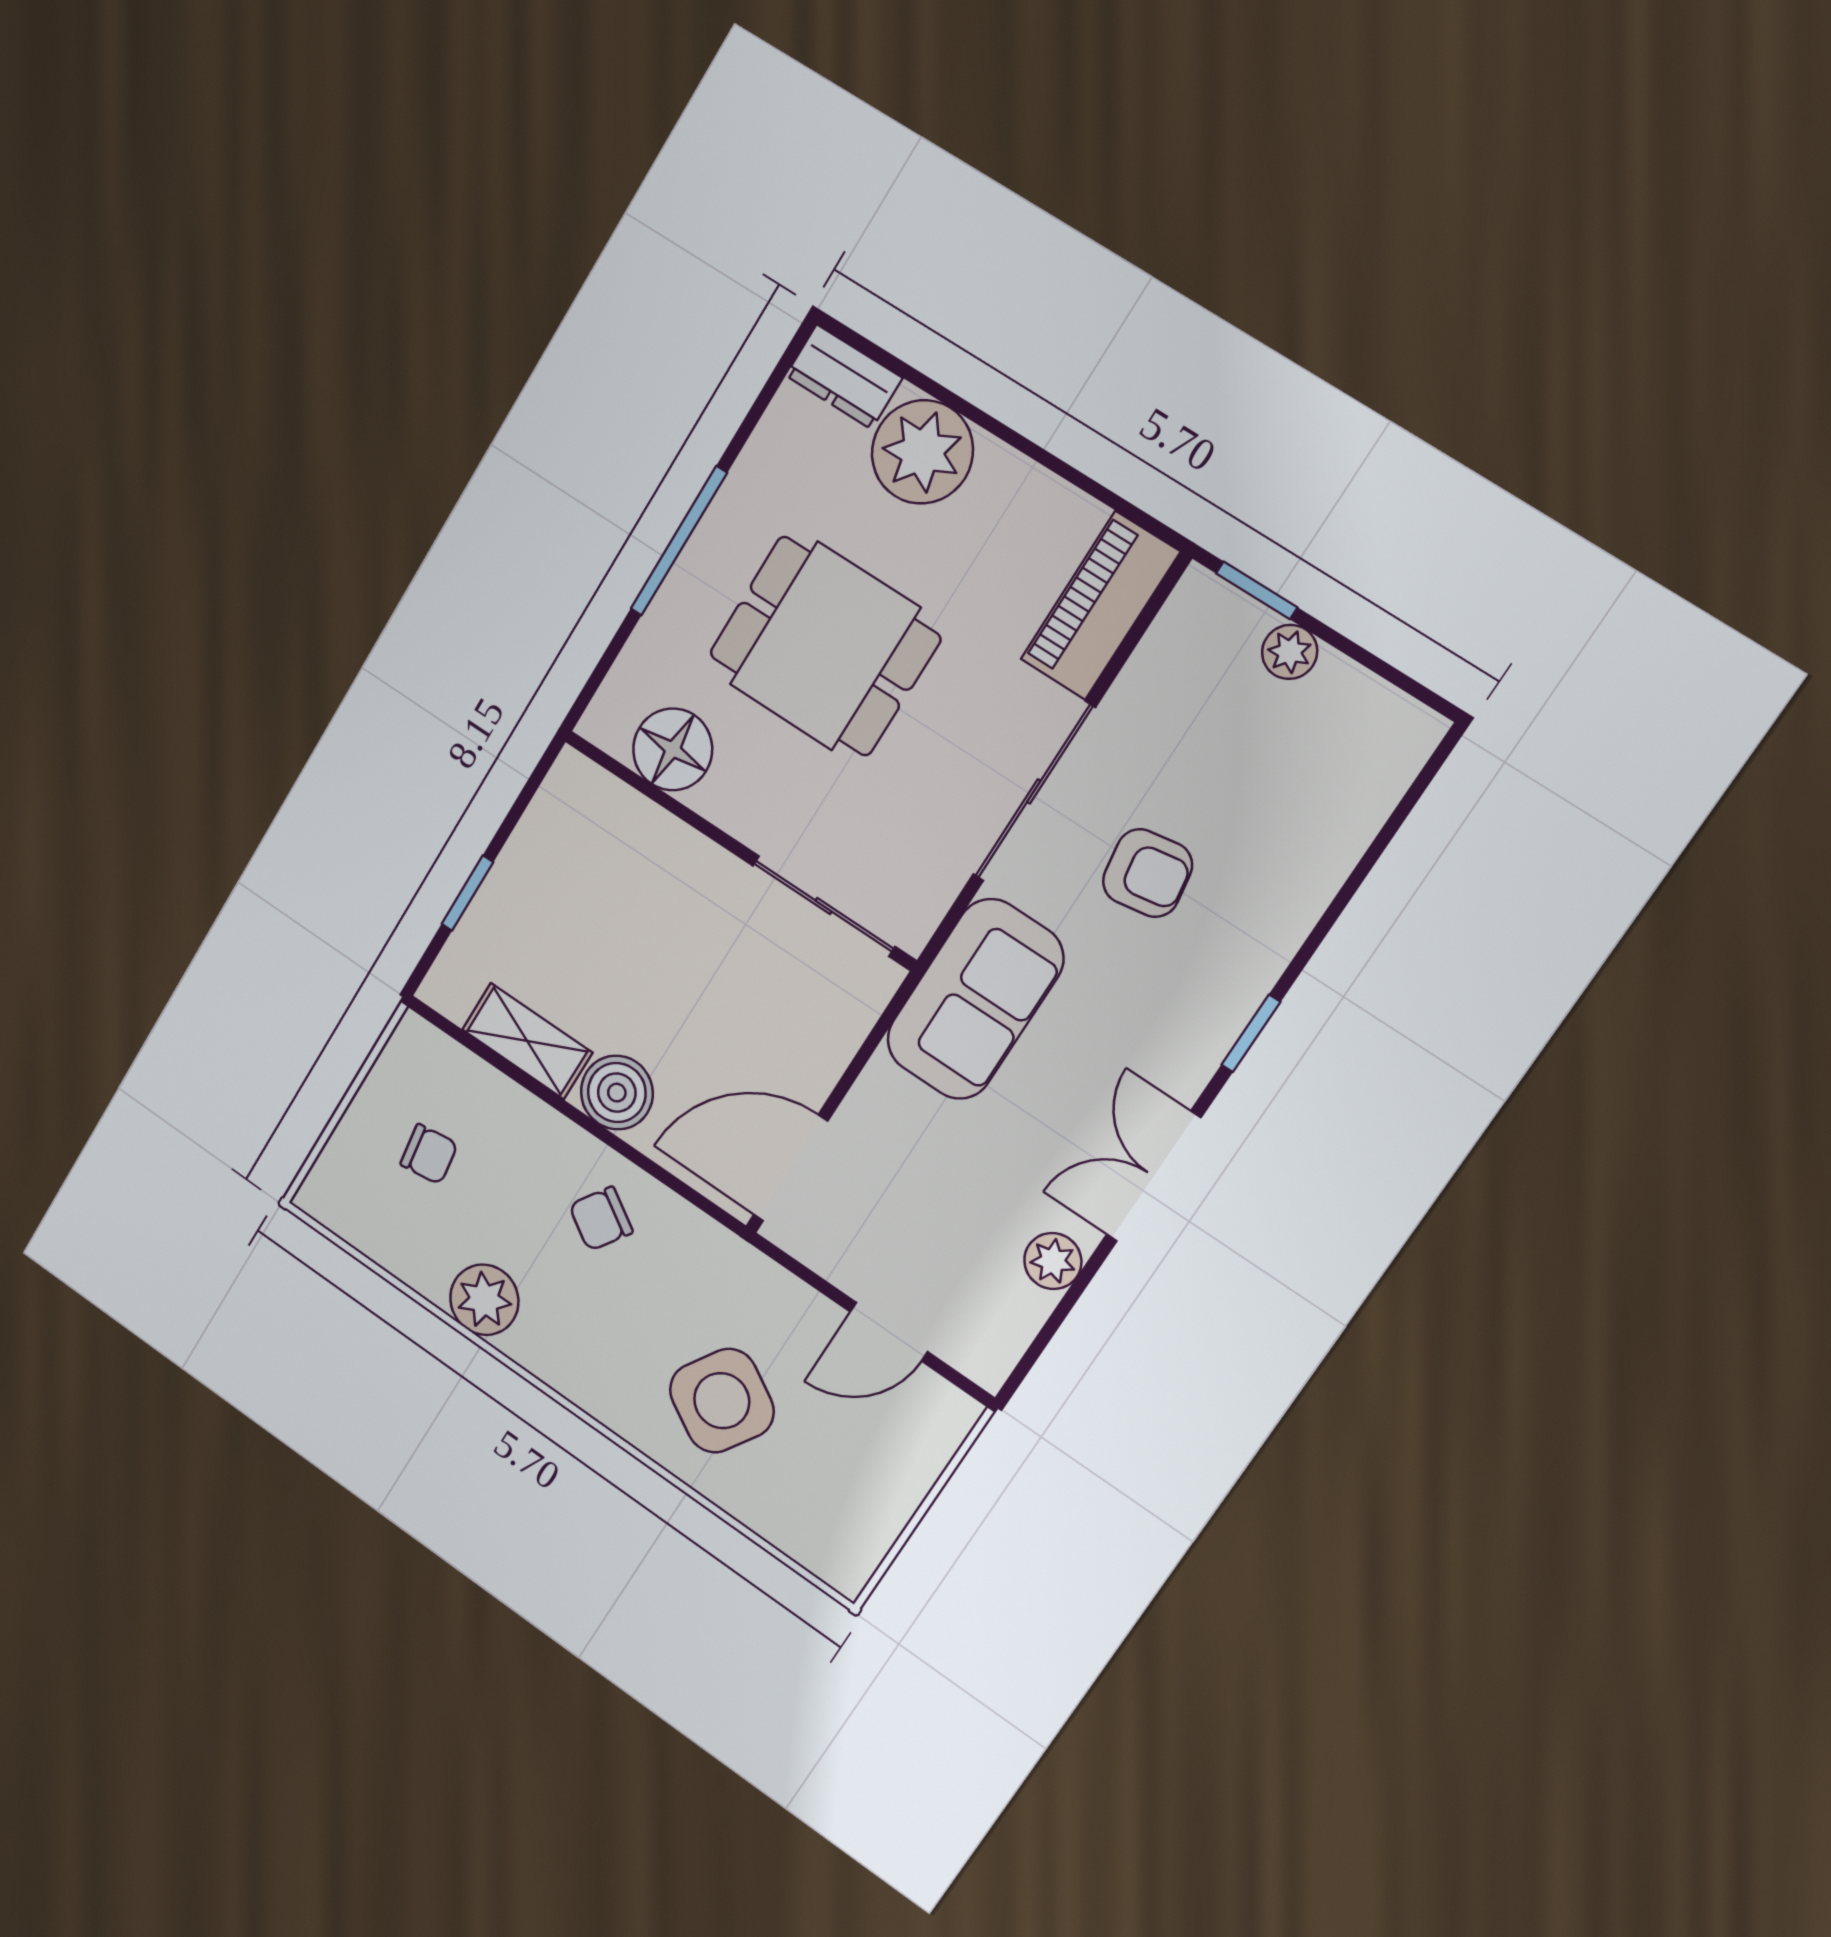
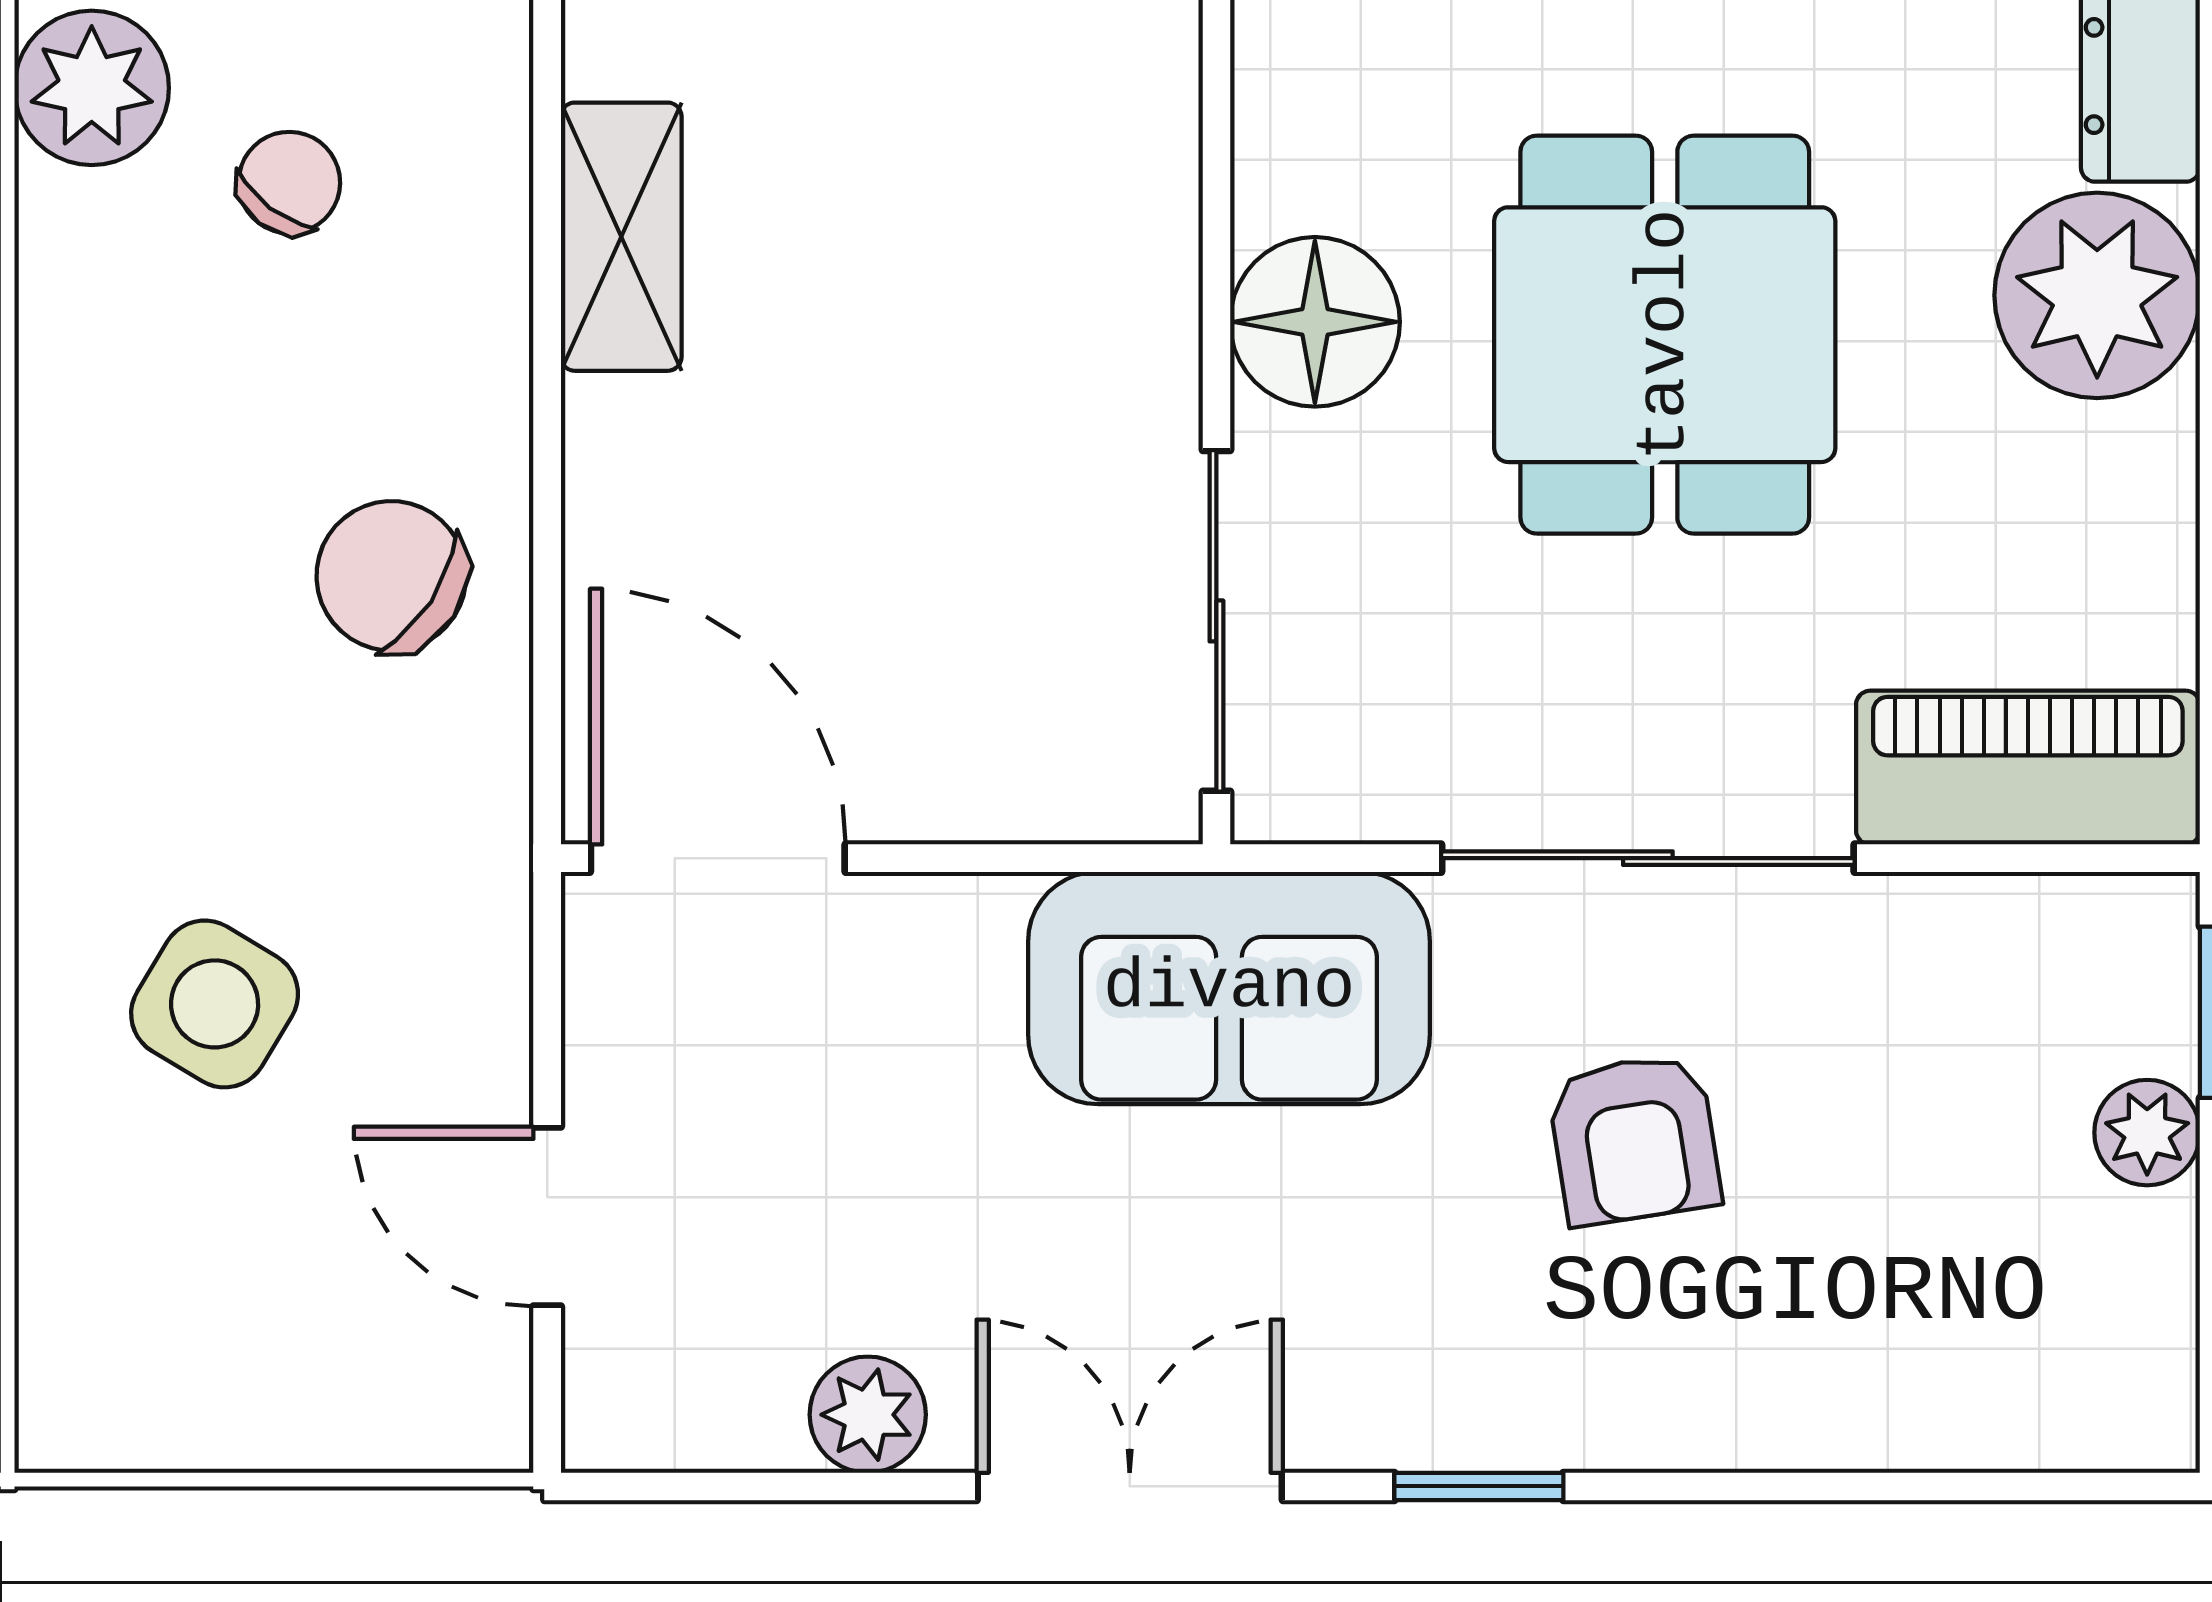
floor lamp: (673, 749) -> (1315, 322), moved
boiler: (617, 1093) -> (640, 461), removed
chair: (429, 1154) -> (289, 183), turned -135
chair: (601, 1219) -> (391, 576), width x1.37, depth x1.37
plant: (484, 1300) -> (92, 88), moved
side table: (722, 1401) -> (215, 1004), width x0.73, depth x0.73

